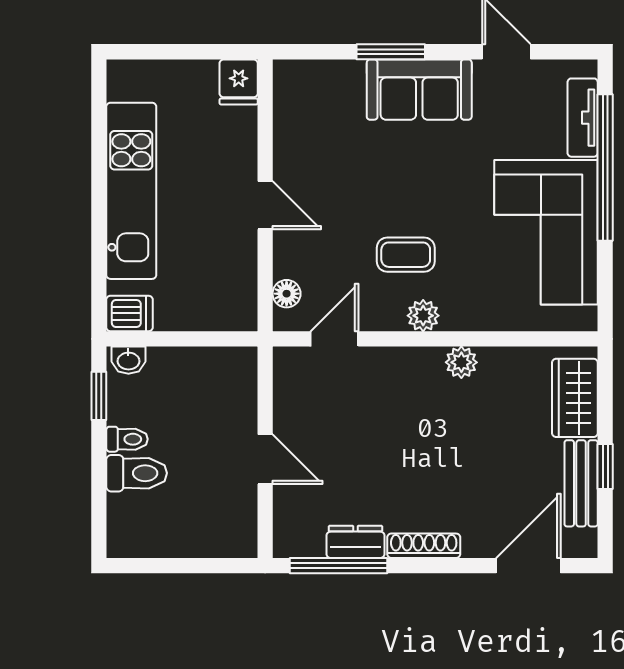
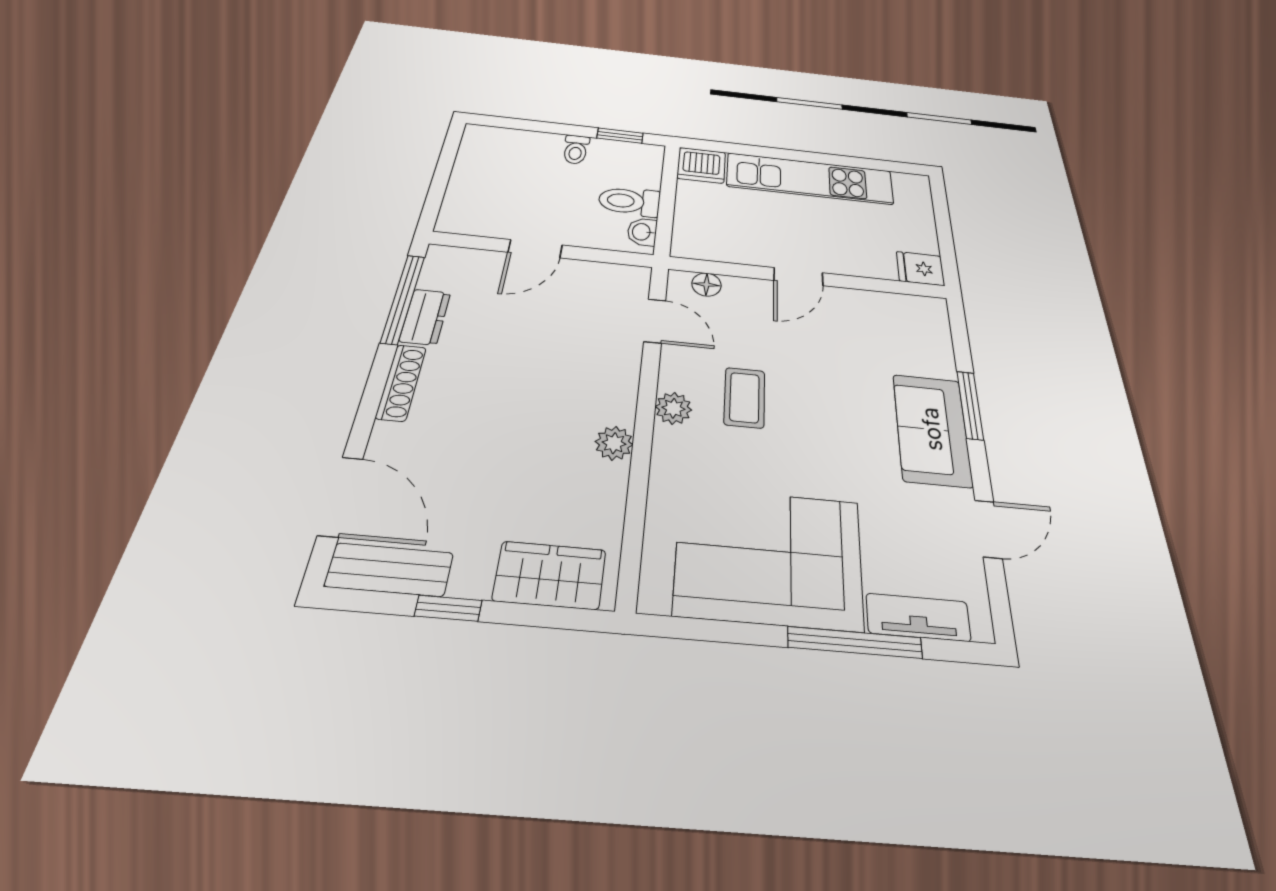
window: (605, 168) -> (855, 643), width x0.68
dishwasher: (130, 313) -> (701, 165), width x1.38
washbasin: (128, 360) -> (642, 232), moved
toilet: (137, 473) -> (629, 201), moved, turned 90
bench: (581, 483) -> (389, 570), moved

